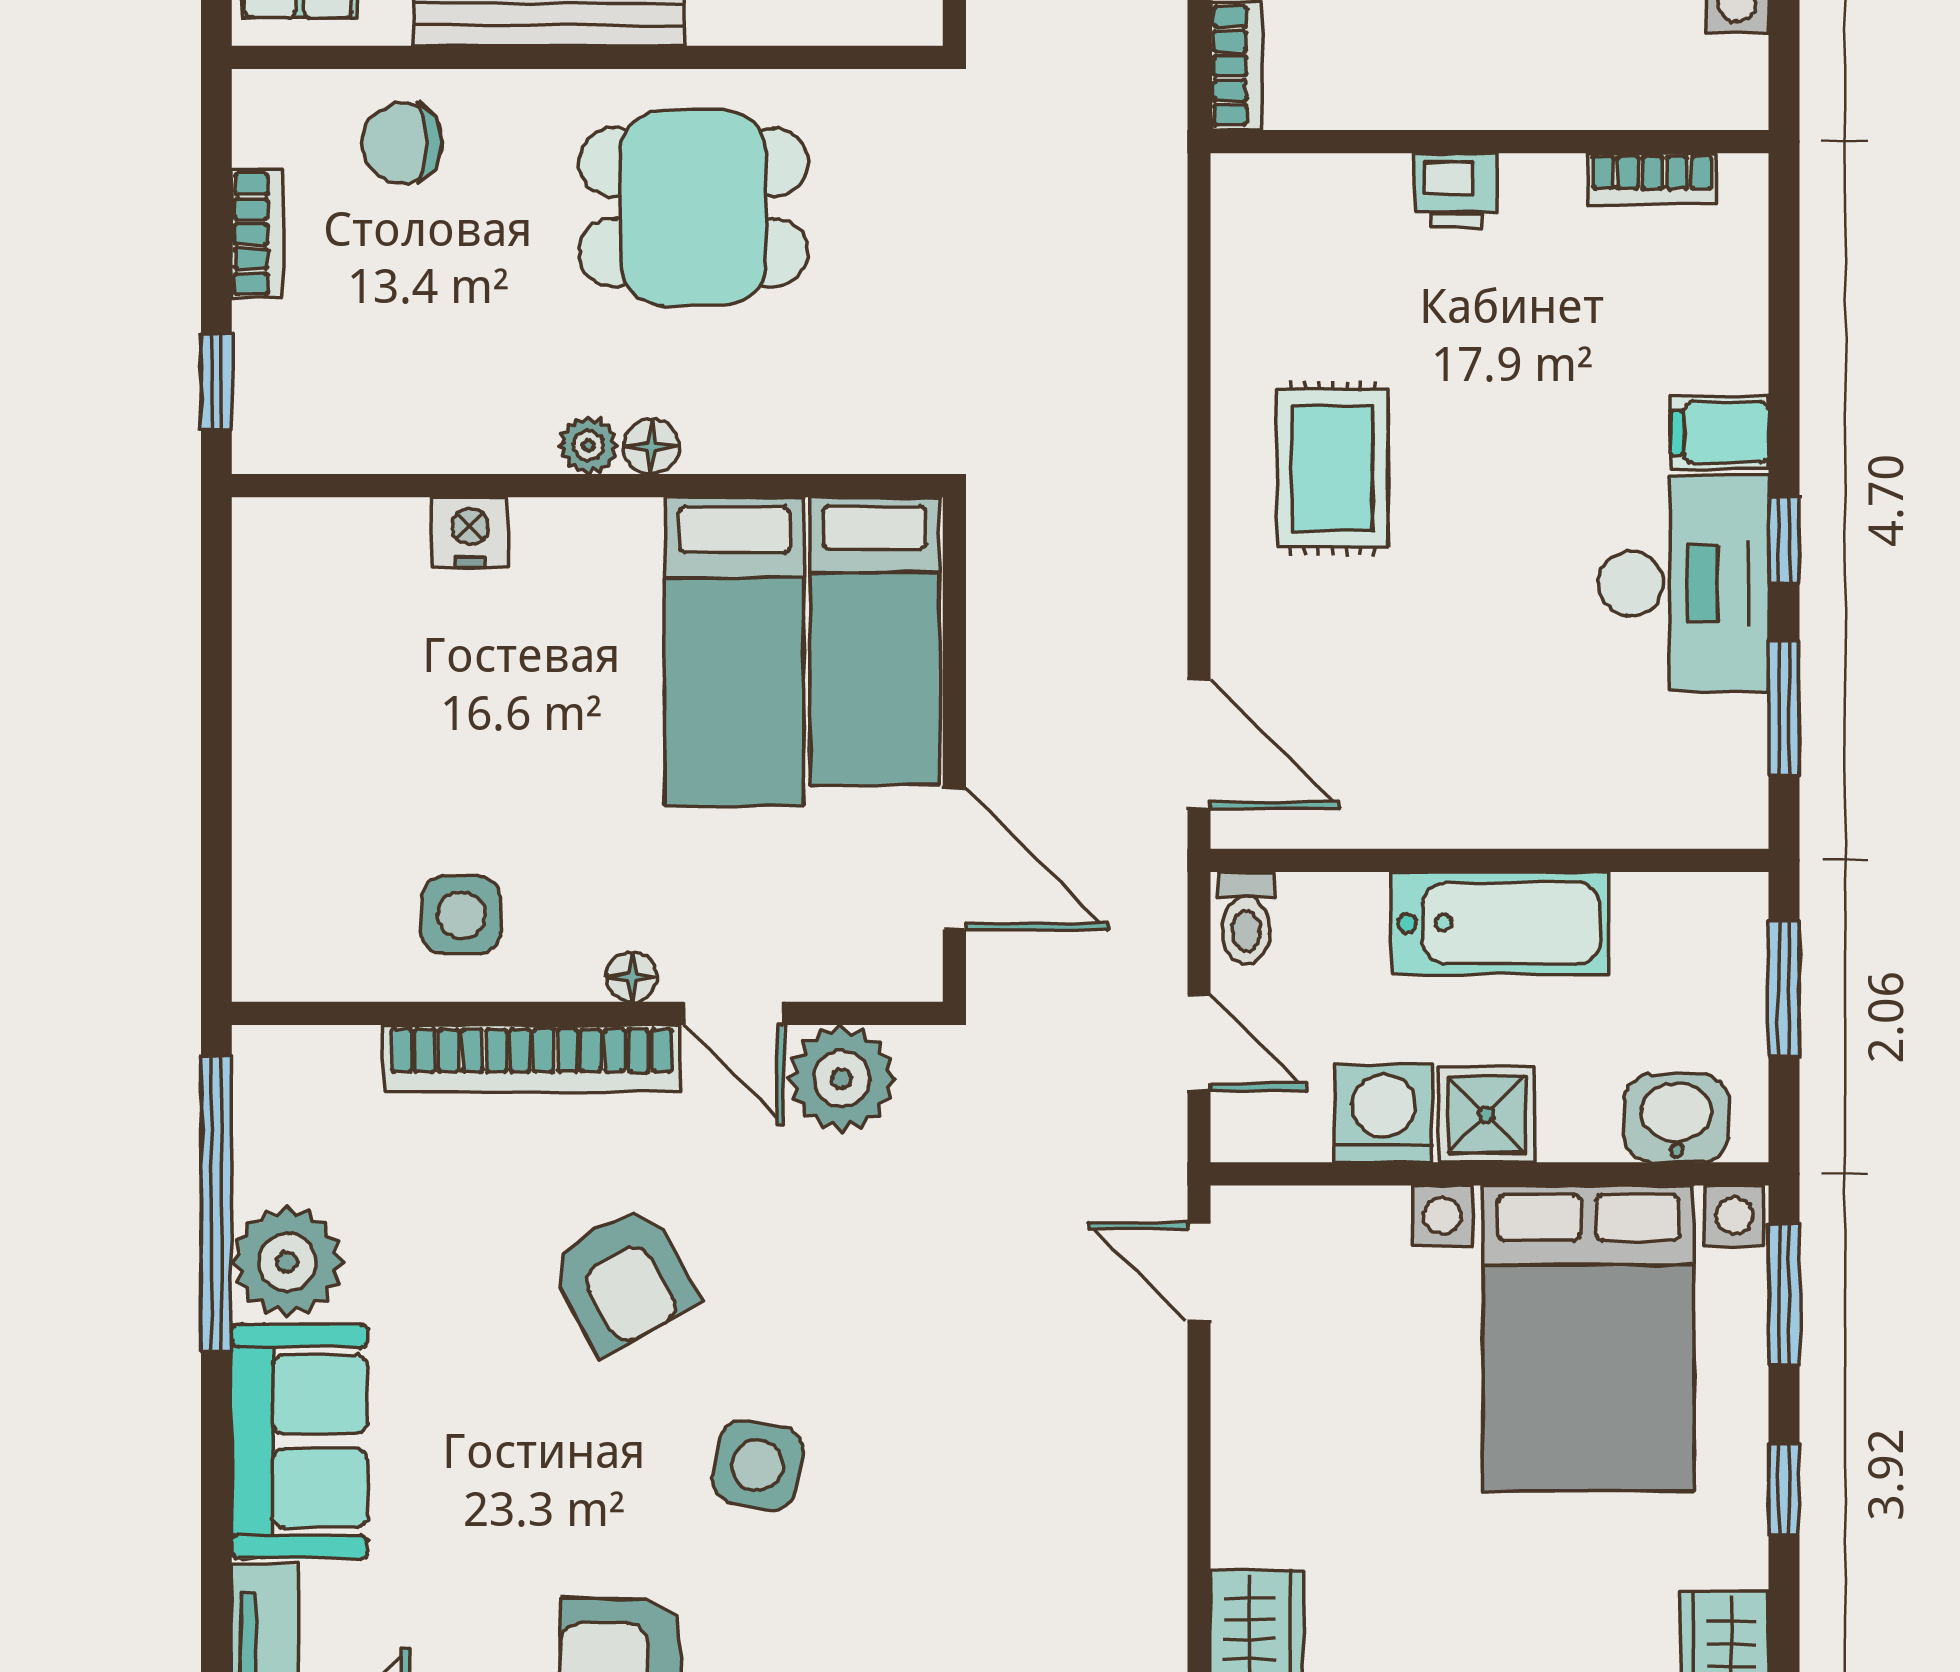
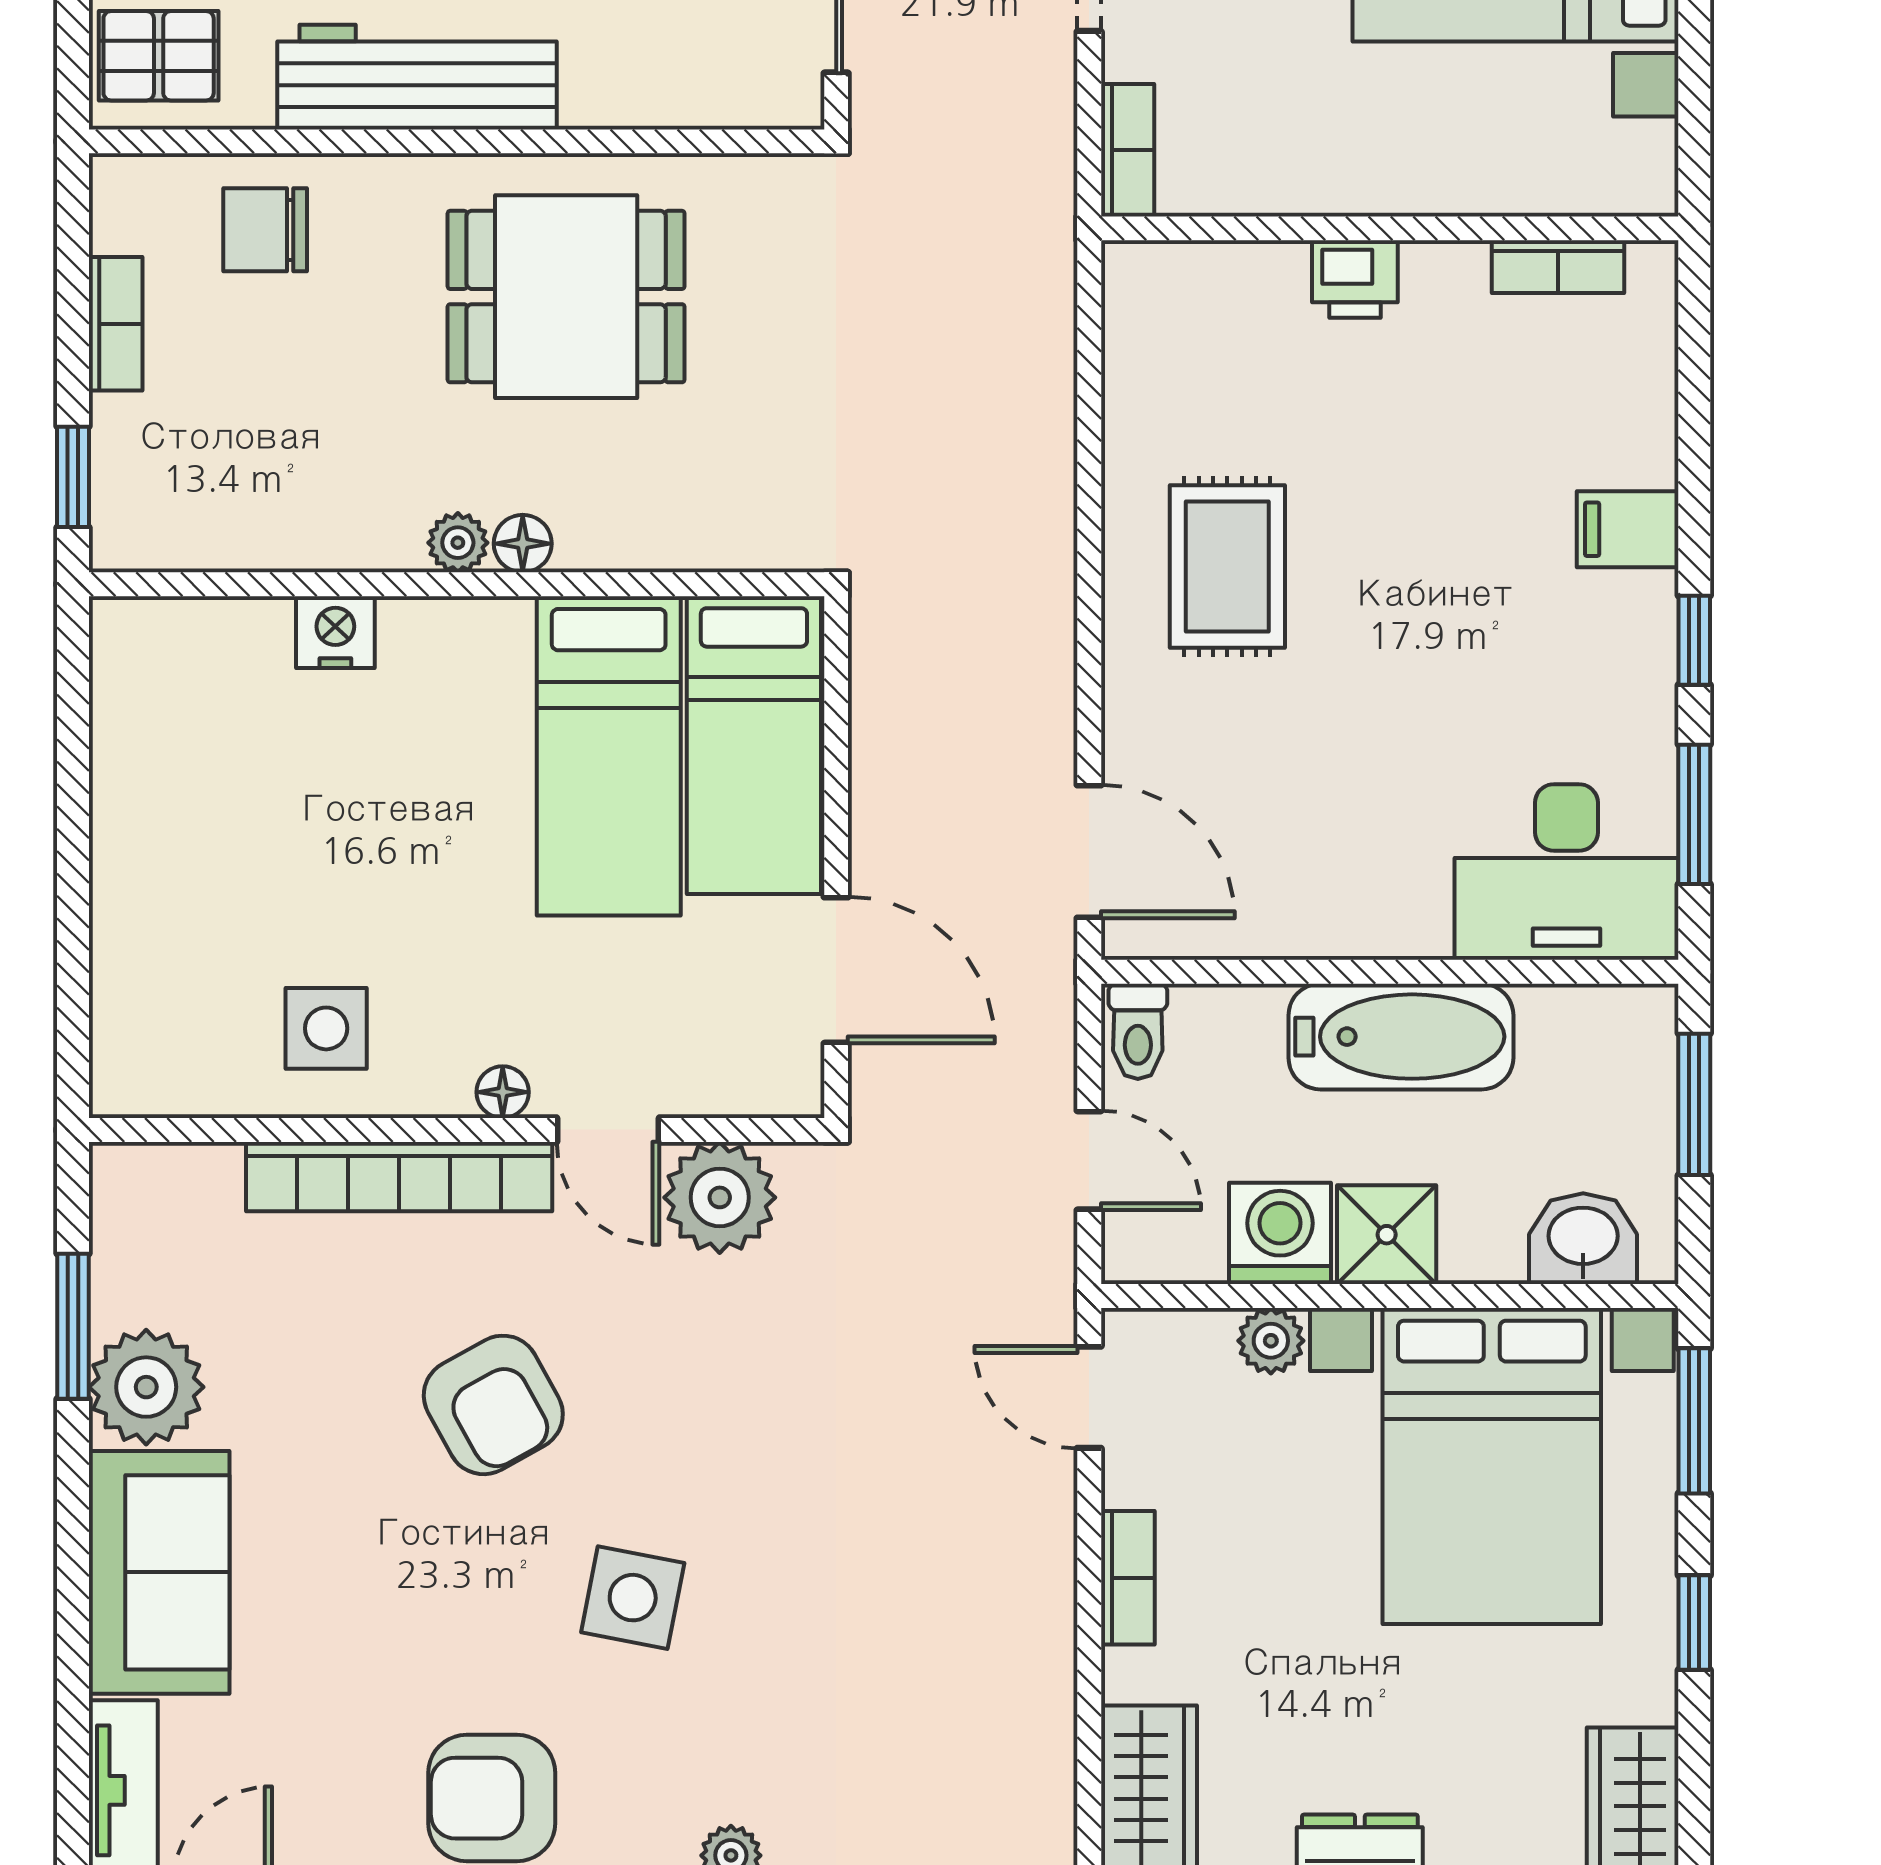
desk: (1684, 584) -> (1566, 872), moved, turned 90
window: (216, 1203) -> (73, 1326), width x0.47
plant: (1375, 1217) -> (1271, 1341), added
bookcase: (1236, 1446) -> (1128, 1578), added

